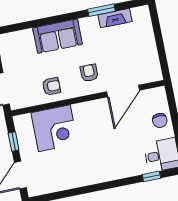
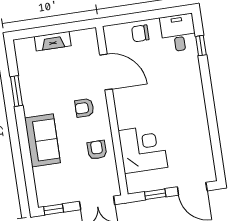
fireplace: (115, 18) -> (53, 41), moved, turned 90
chair: (160, 121) -> (140, 33), turned 180

